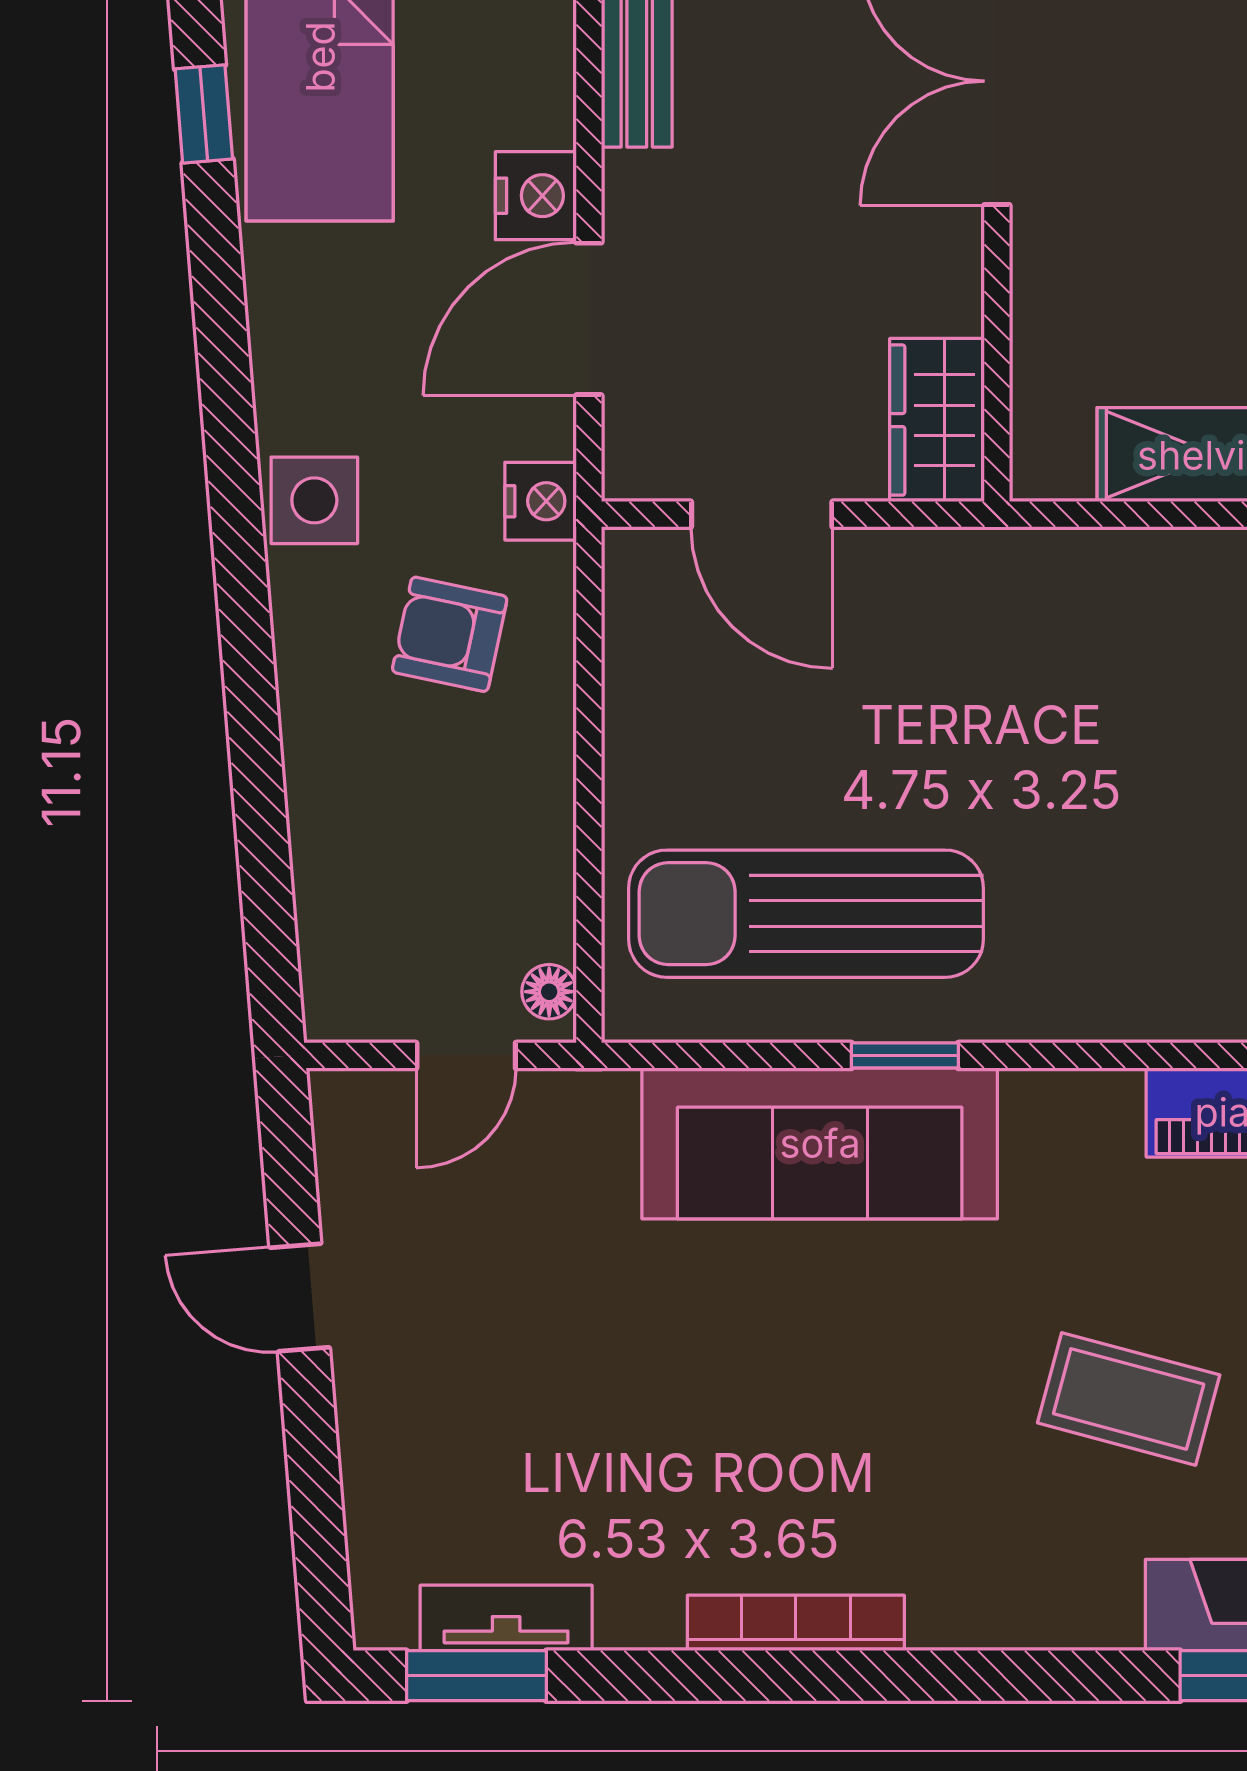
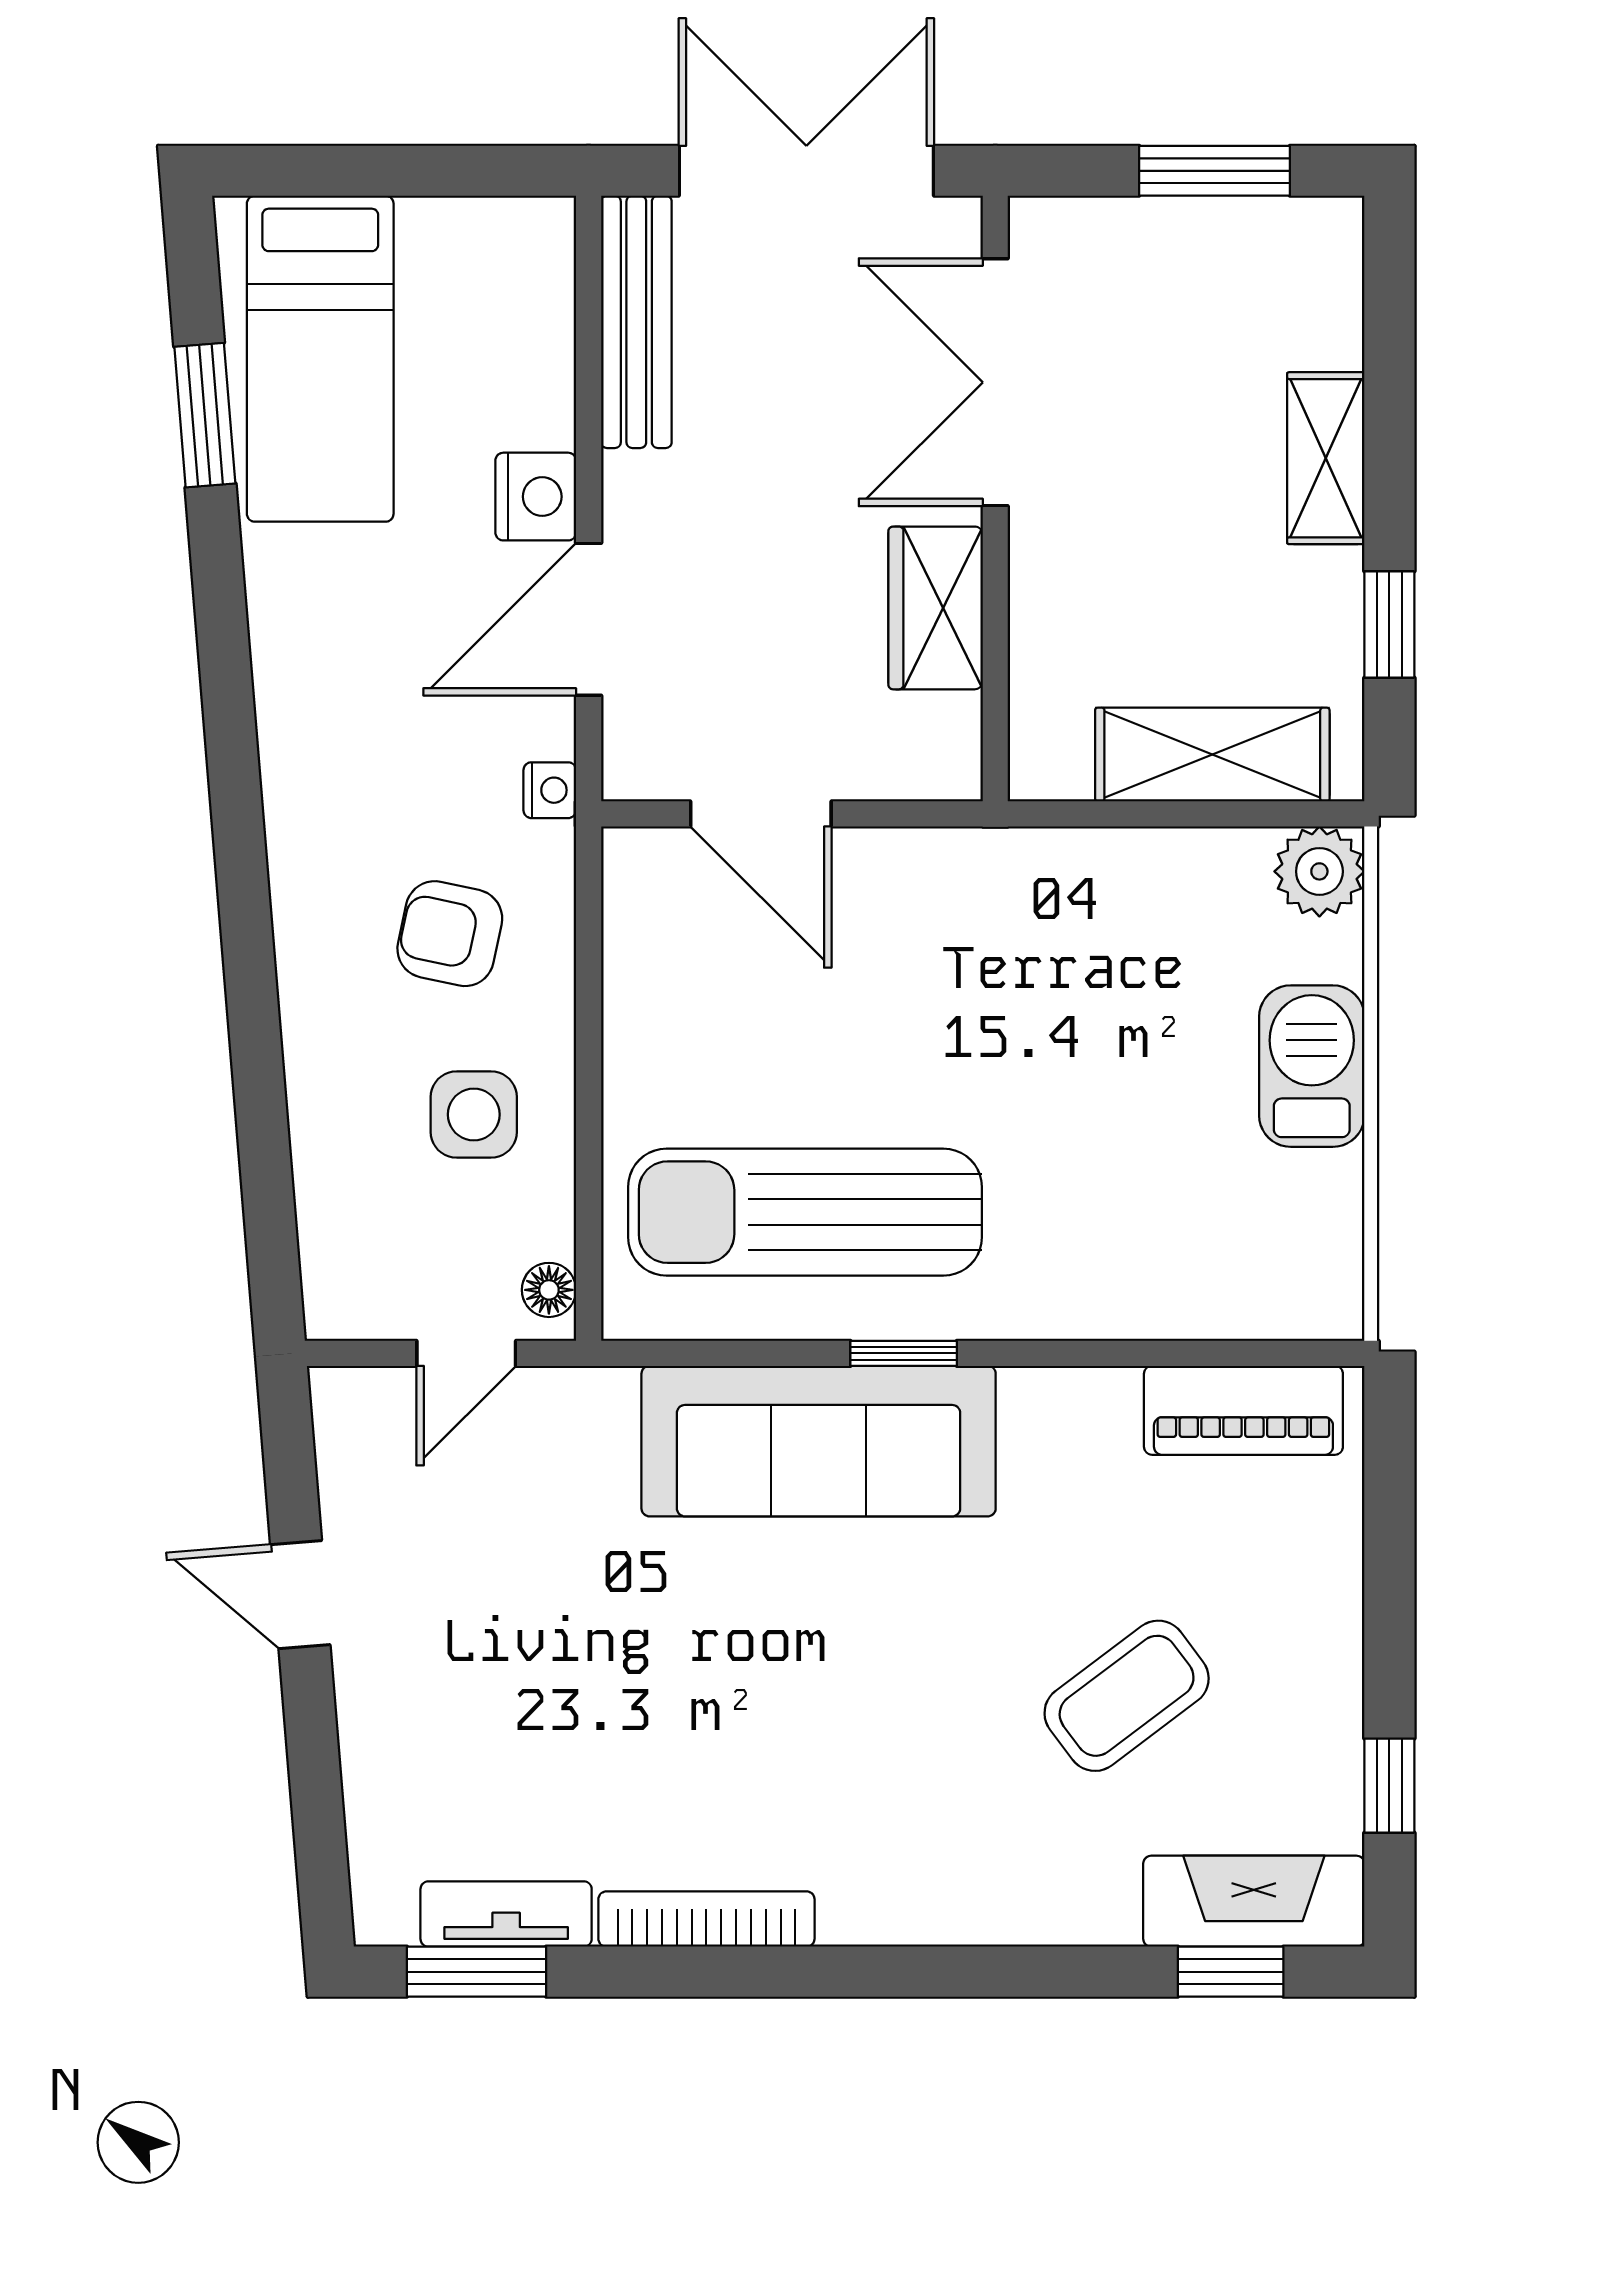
window: (204, 114) -> (205, 415), width x1.50
wardrobe: (937, 420) -> (936, 608), moved
side table: (314, 500) -> (474, 1115), moved
nightstand: (541, 501) -> (550, 790), width x0.72, depth x0.74
coffee table: (1129, 1399) -> (1127, 1696), turned -52
bookcase: (796, 1623) -> (706, 1919), moved

